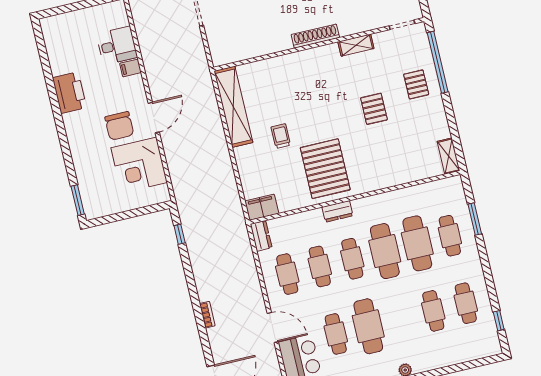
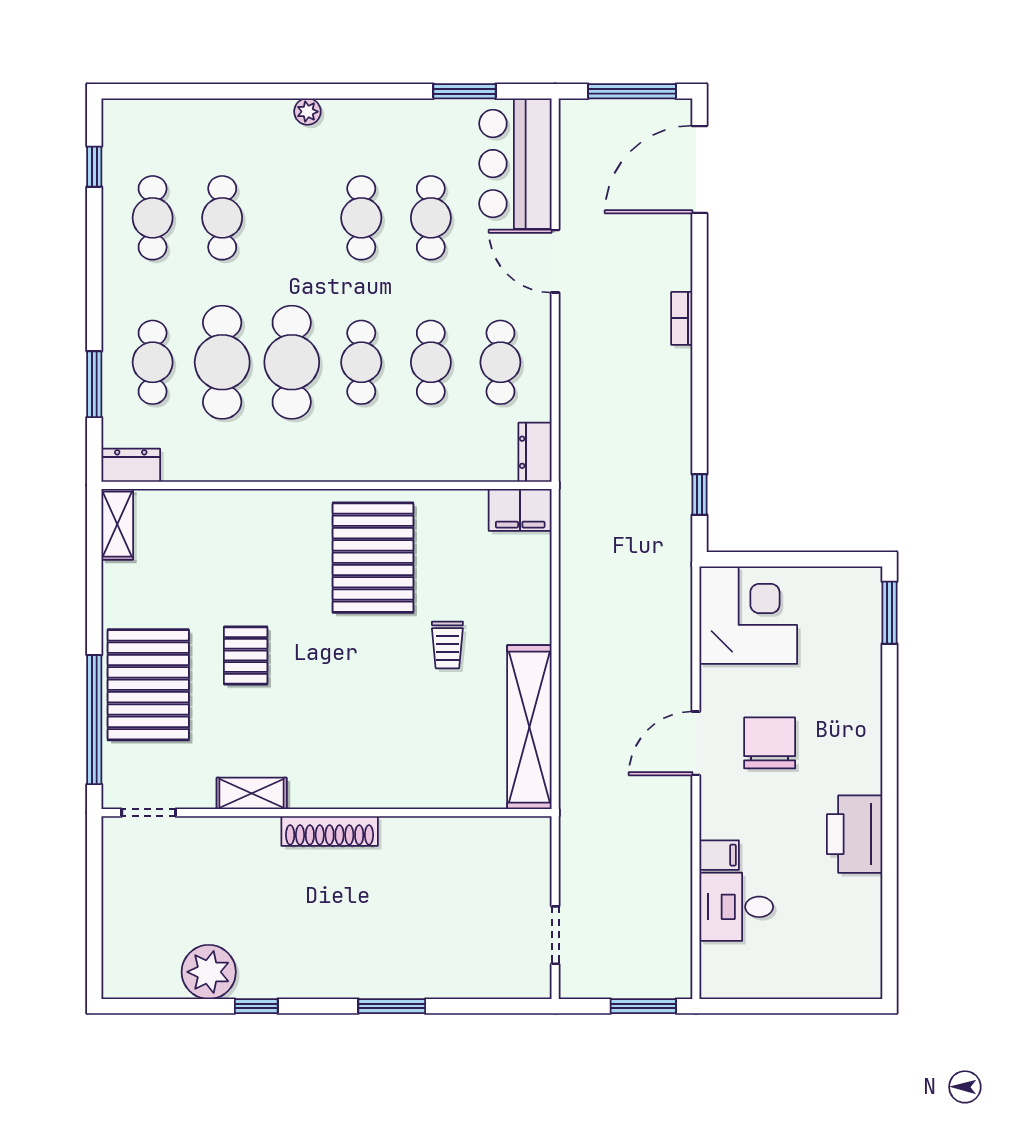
pallet: (416, 84) -> (148, 685), width x2.05, depth x2.00
corner desk: (139, 165) -> (748, 615), moved
dresser: (338, 211) -> (131, 465), moved
cafe table: (368, 326) -> (361, 218), width x0.73, depth x0.74

